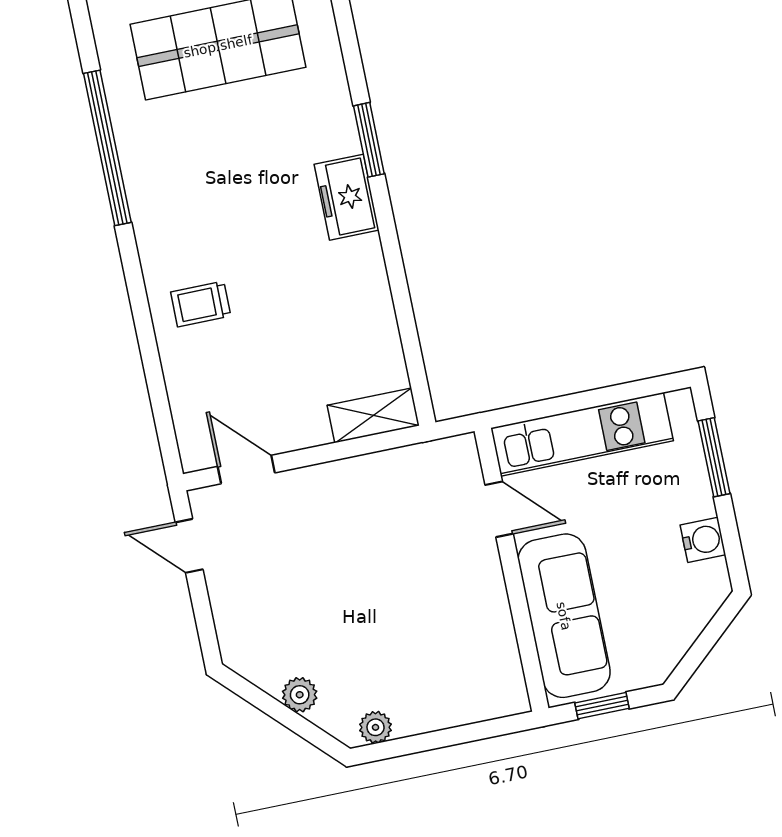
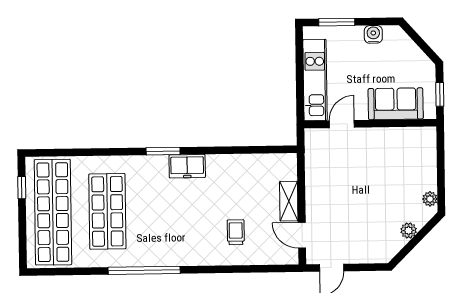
trolley: (201, 304) -> (236, 232), moved, turned 180
shelving: (373, 415) -> (289, 201), moved
door: (246, 470) -> (302, 235), hinge flipped
sofa: (564, 616) -> (396, 104), width x0.73

